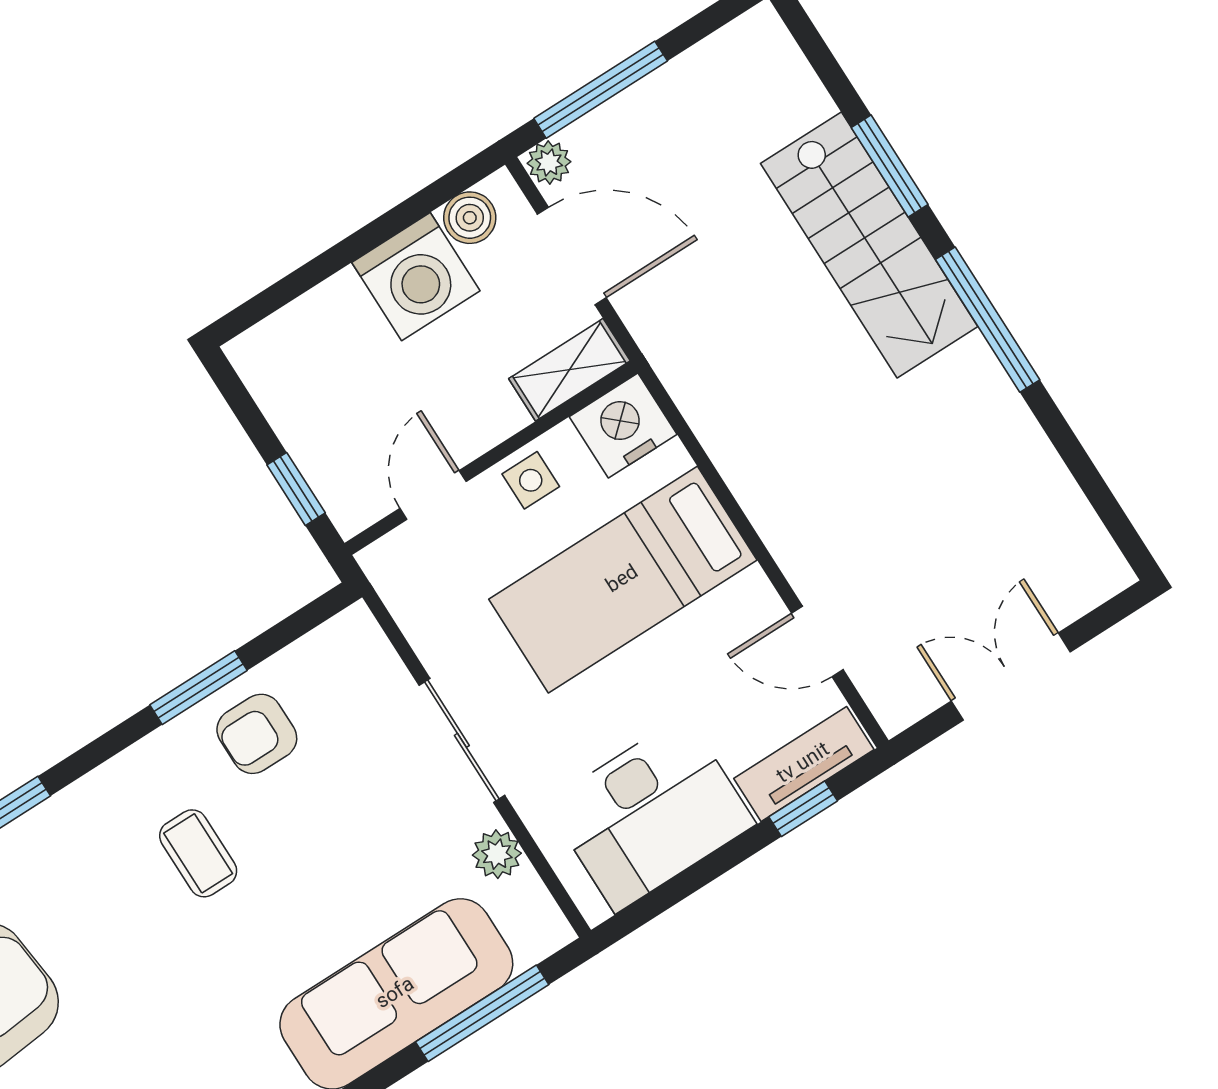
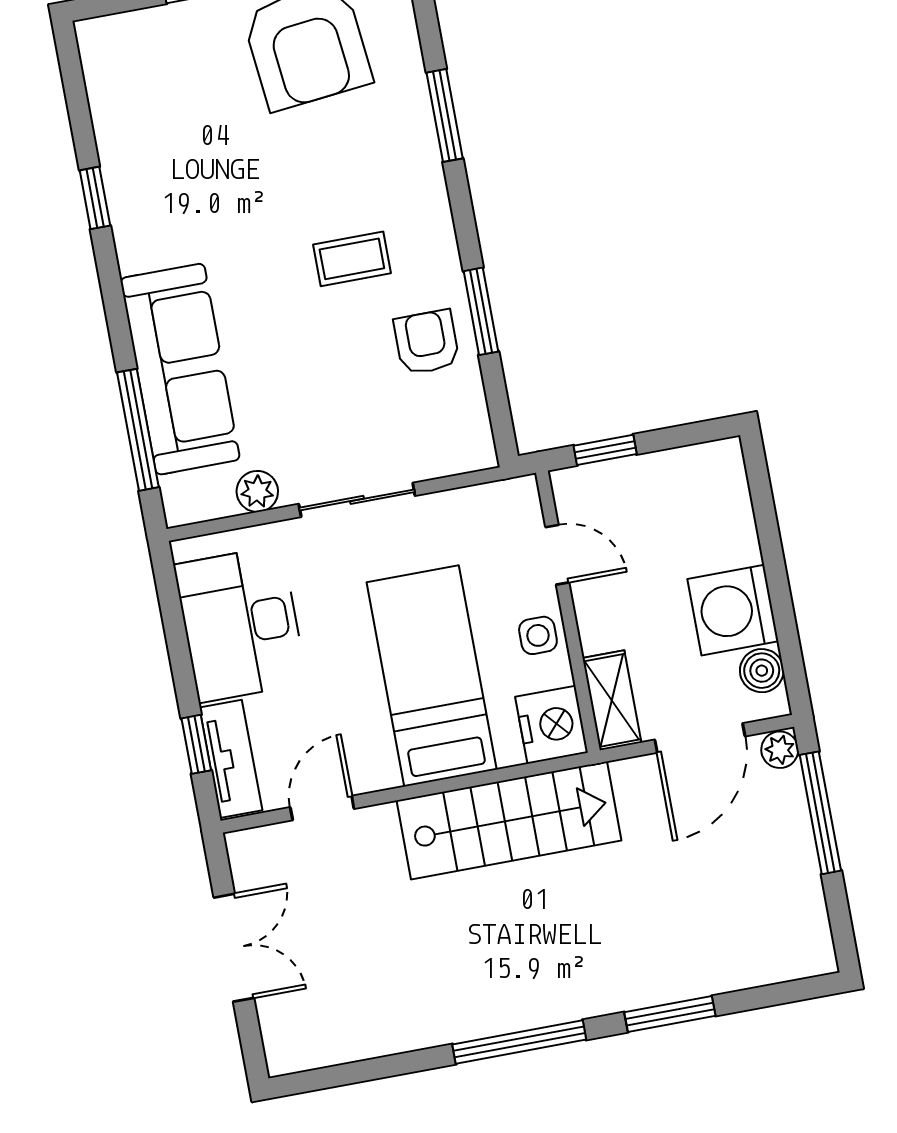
stairs: (869, 245) -> (509, 820), moved, turned 180

